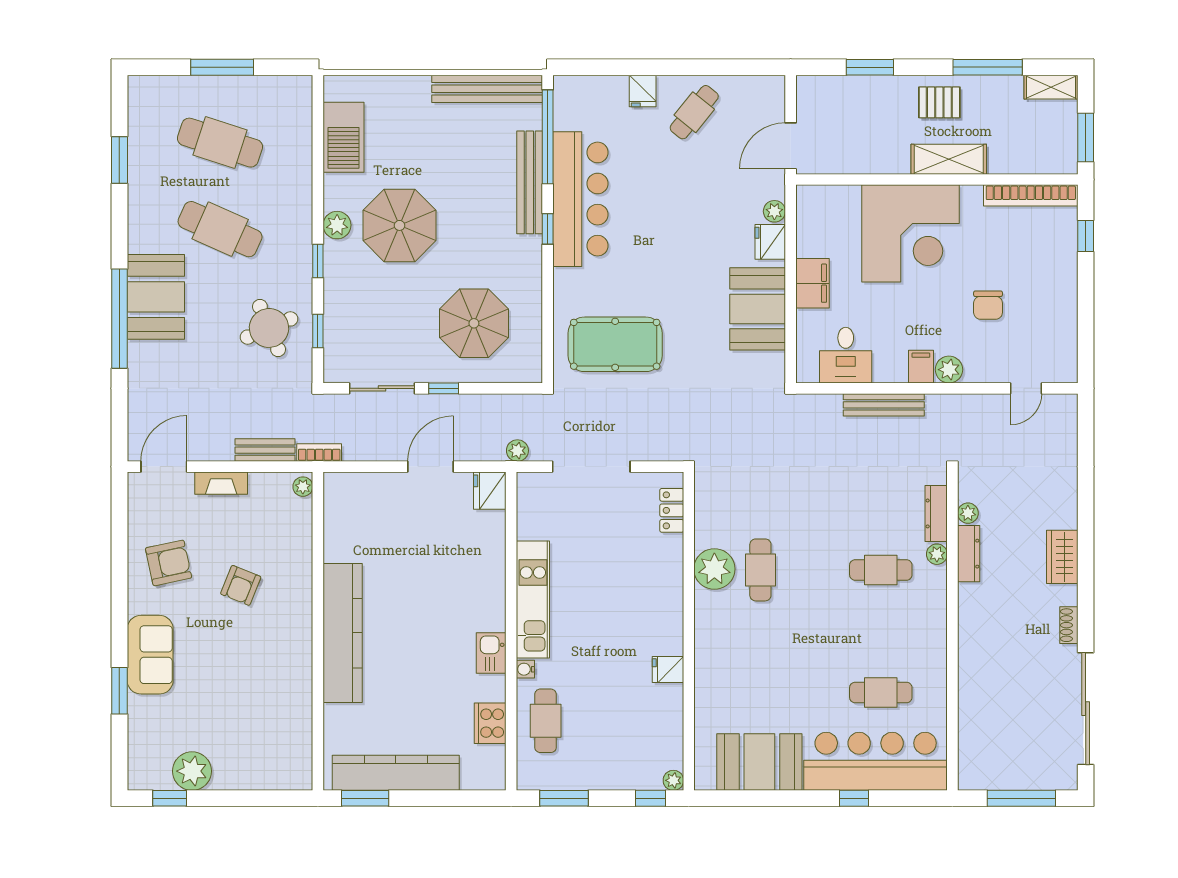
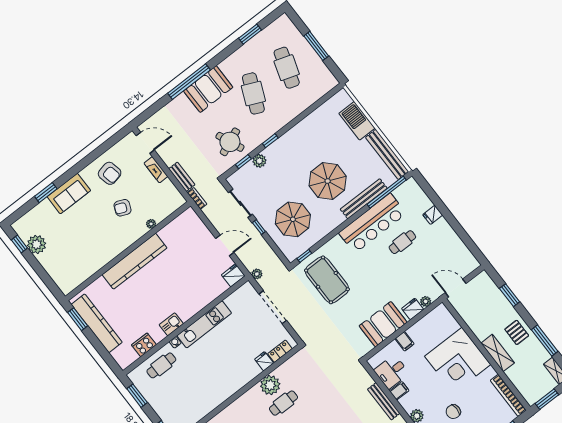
cafe table: (694, 112) -> (402, 242), moved, turned -39
barbecue: (343, 137) -> (357, 121), moved, turned 90
plant: (337, 225) -> (259, 161), moved
parasol: (400, 225) -> (328, 181), moved
window: (548, 229) -> (304, 256), moved
filing cabinet: (812, 283) -> (405, 341), width x0.50
filing cabinet: (921, 367) -> (399, 391), moved
plant: (303, 487) -> (151, 224), moved
fridge: (668, 670) -> (264, 361), moved

